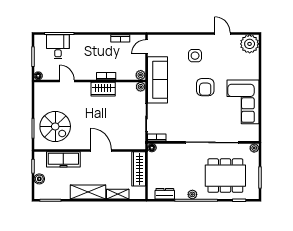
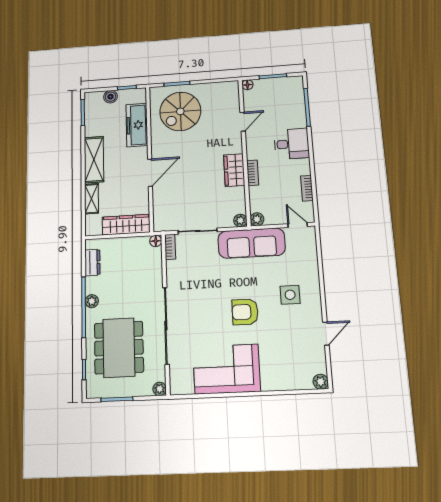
plant: (250, 44) -> (321, 382), width x0.53, depth x0.53
desk: (58, 47) -> (292, 144), moved

